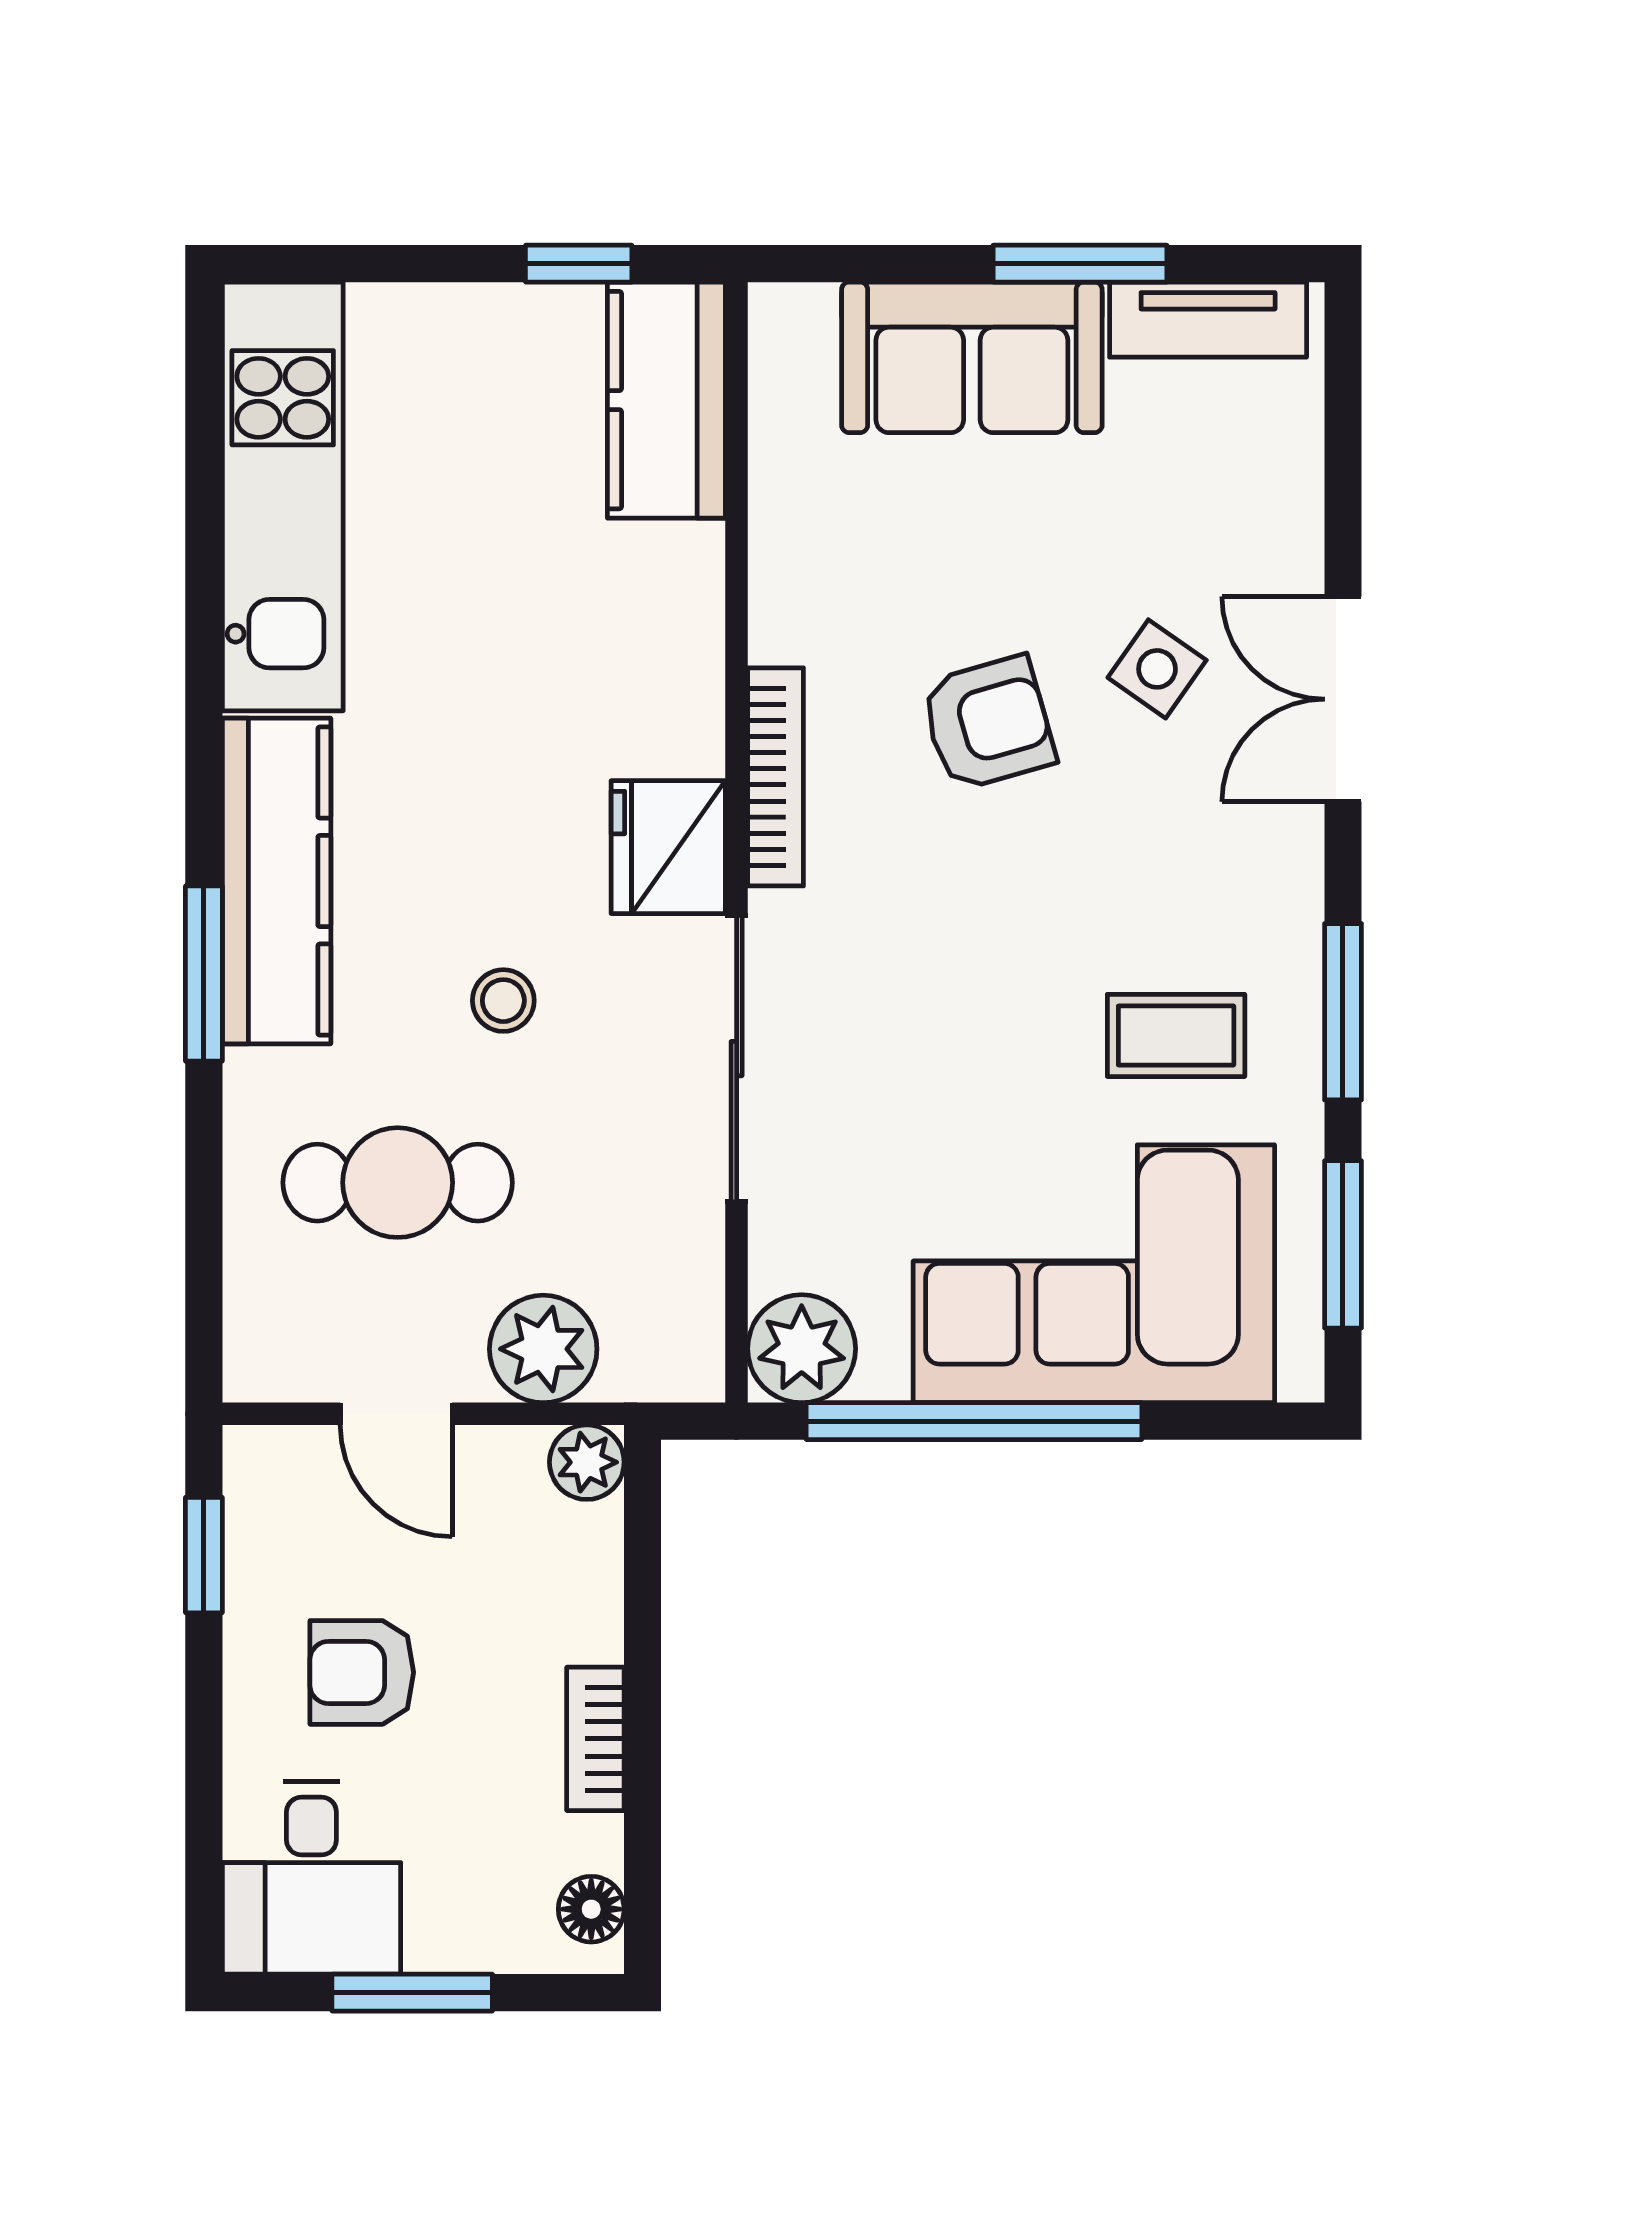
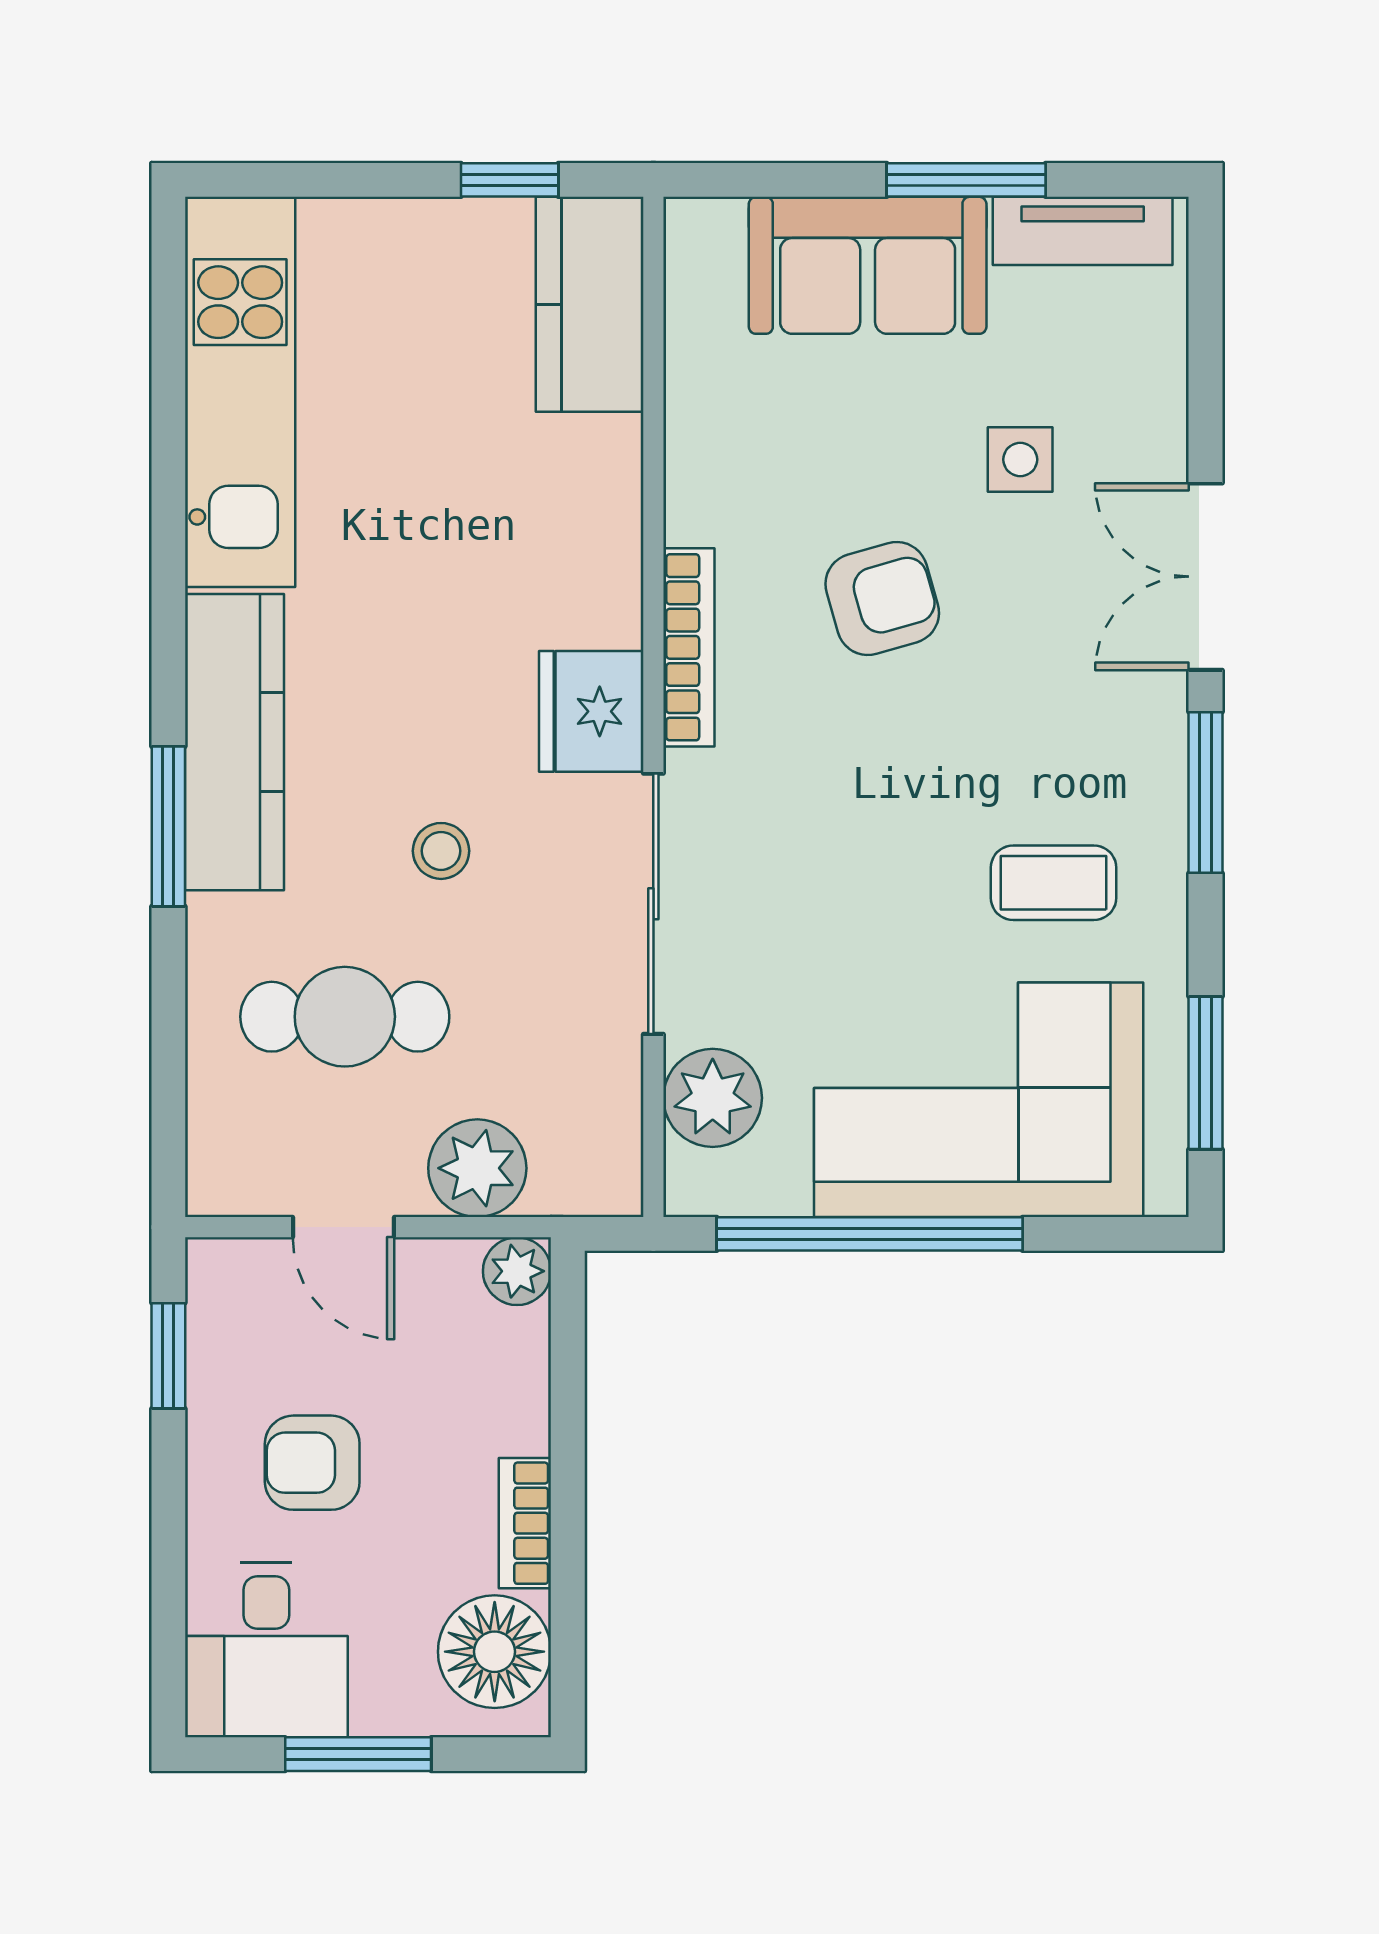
side table: (1157, 669) -> (1020, 460), moved, turned -35
window: (1343, 1012) -> (1206, 793), moved
plant: (802, 1349) -> (713, 1098), moved
floor lamp: (591, 1909) -> (495, 1652), width x1.89, depth x1.89

